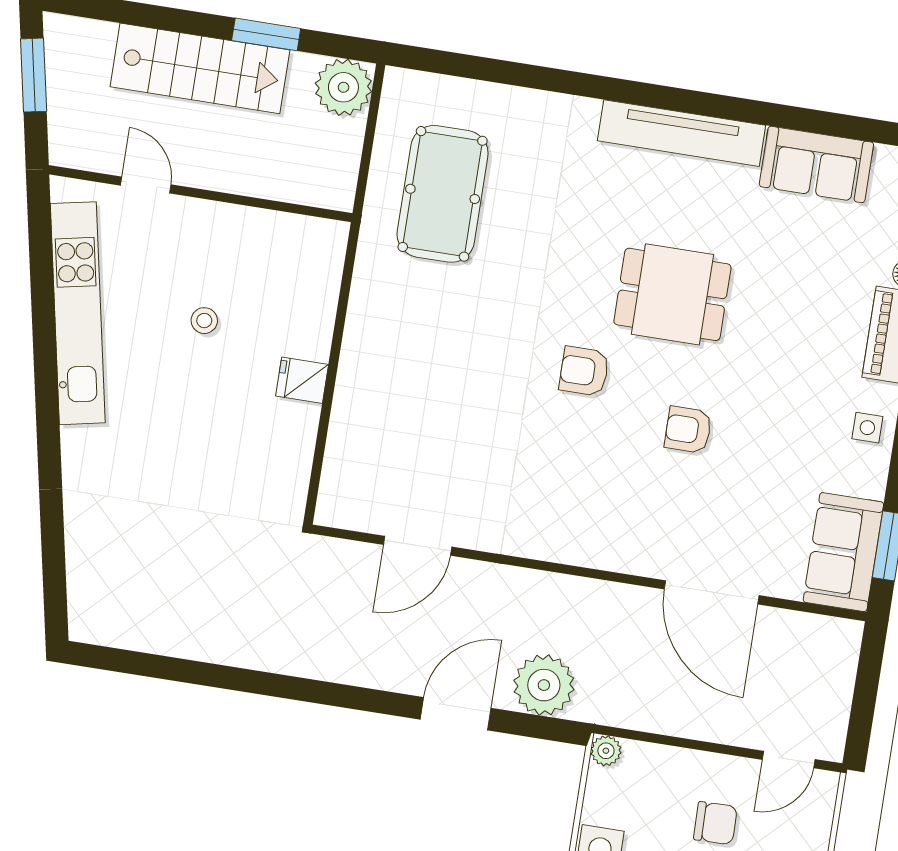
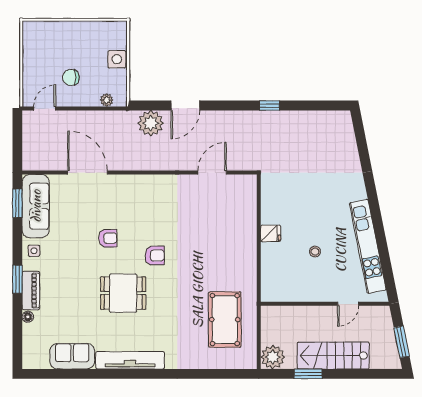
door: (146, 185) -> (348, 304), hinge flipped
sofa: (843, 552) -> (36, 206), width x1.36
window: (257, 682) -> (269, 106), added
plant: (606, 751) -> (107, 100), moved

